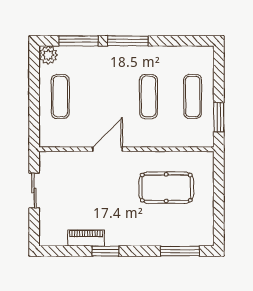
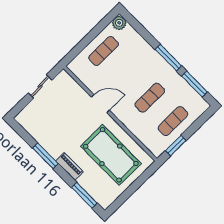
window: (79, 41) -> (194, 84), moved
pool table: (166, 188) -> (111, 155), width x1.36, depth x1.32
piano: (86, 238) -> (69, 166), moved
window: (105, 251) -> (45, 156), width x1.44

